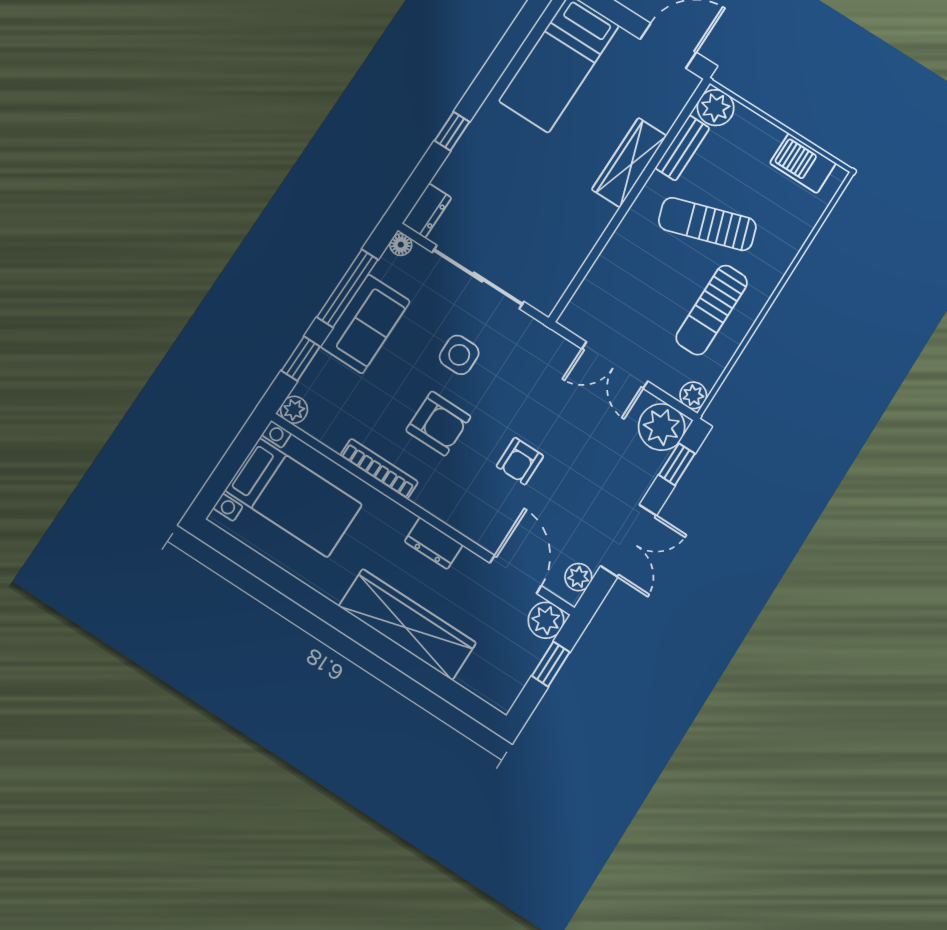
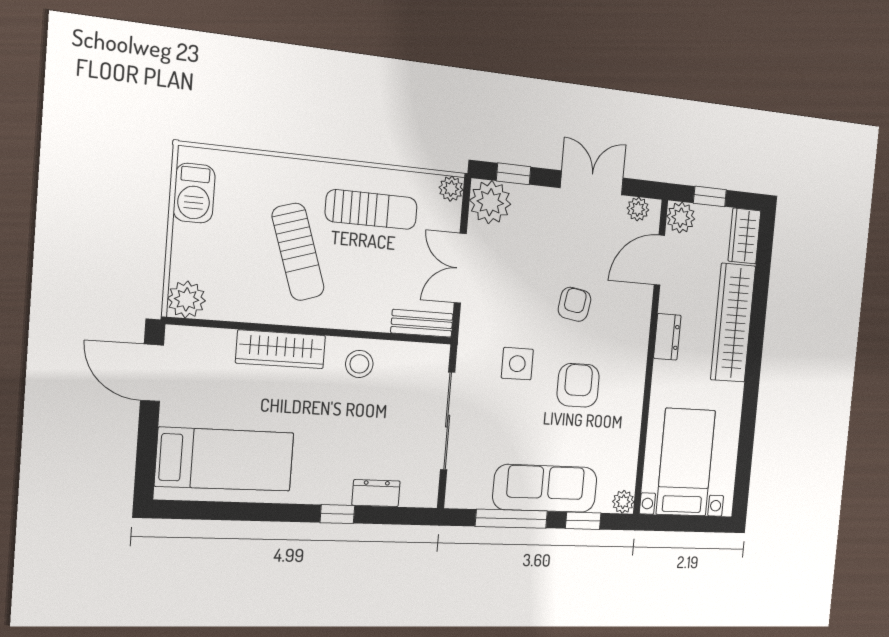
bench: (682, 148) -> (422, 323), moved
dresser: (427, 211) -> (376, 493), moved
stool: (578, 224) -> (359, 364), added
floor lamp: (401, 245) -> (455, 498), removed
sofa: (365, 324) -> (545, 488), width x1.36
side table: (459, 355) -> (517, 364), moved
double door: (615, 365) -> (460, 268), swing flipped
armchair: (520, 461) -> (574, 304), turned -81
bookcase: (379, 469) -> (634, 411), removed
wardrobe: (490, 684) -> (744, 236), added

